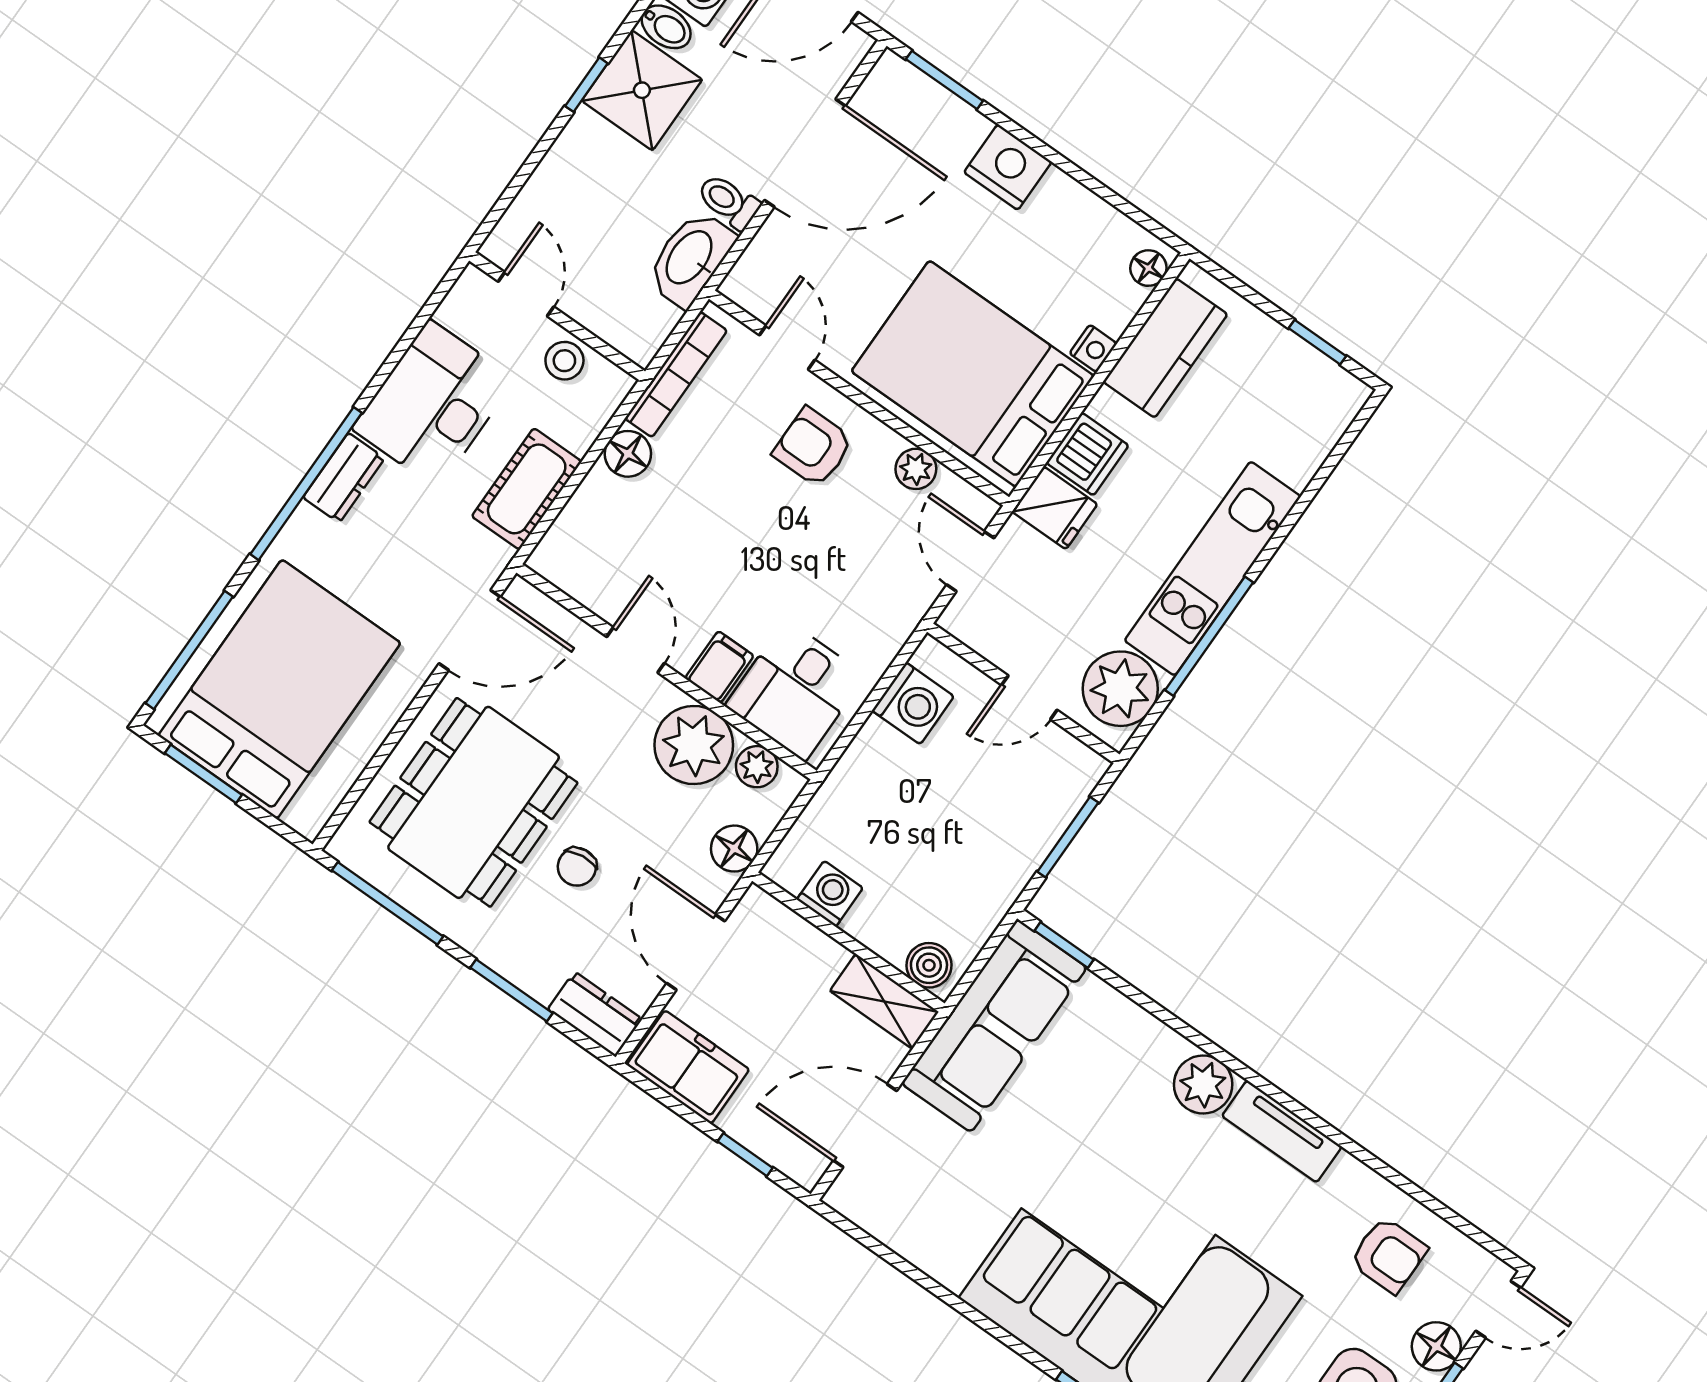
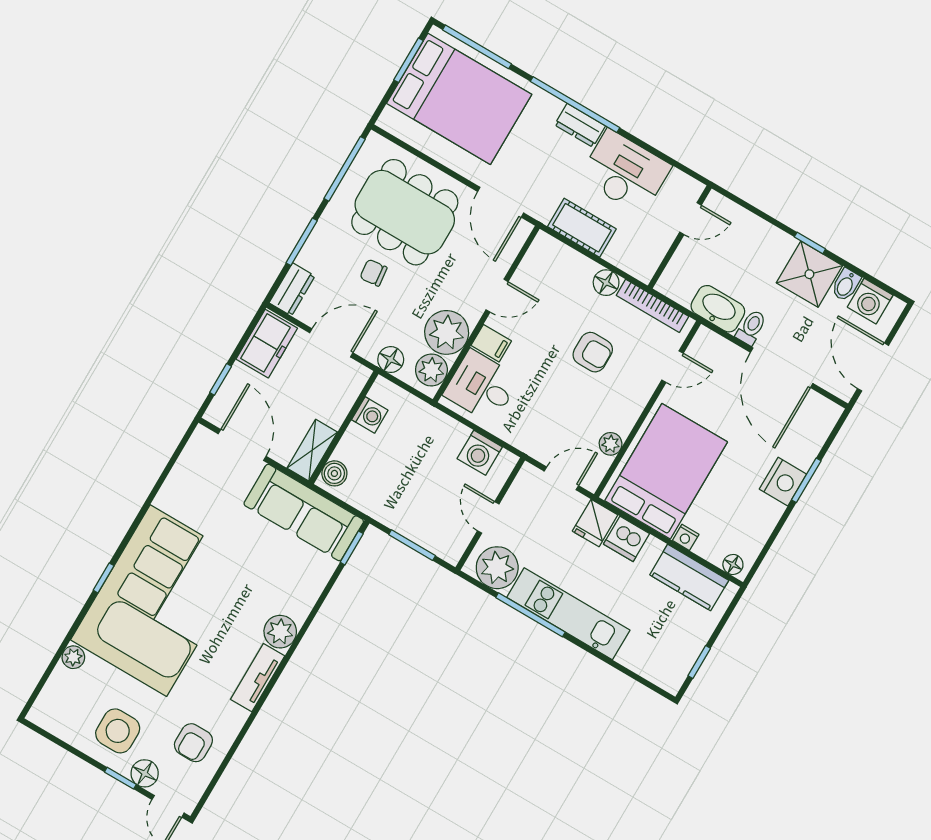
window: (944, 80) -> (806, 480), moved
stool: (564, 361) -> (655, 243), removed
armchair: (813, 447) -> (593, 352), moved, turned 90
plant: (757, 767) -> (431, 370), width x1.38, depth x1.38

